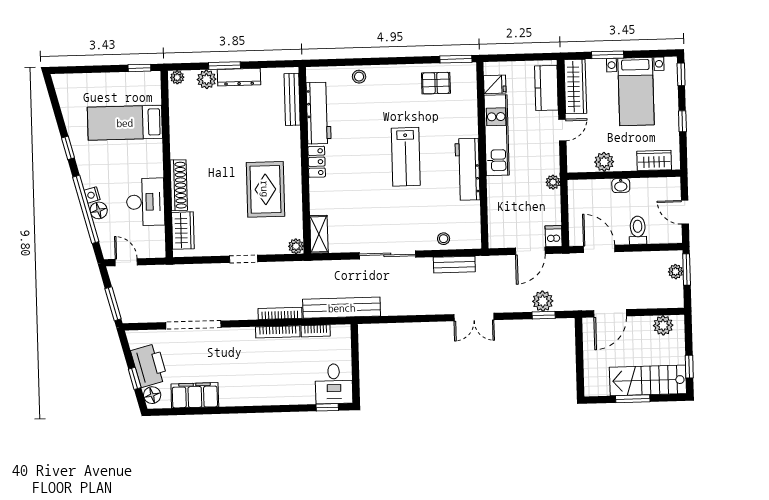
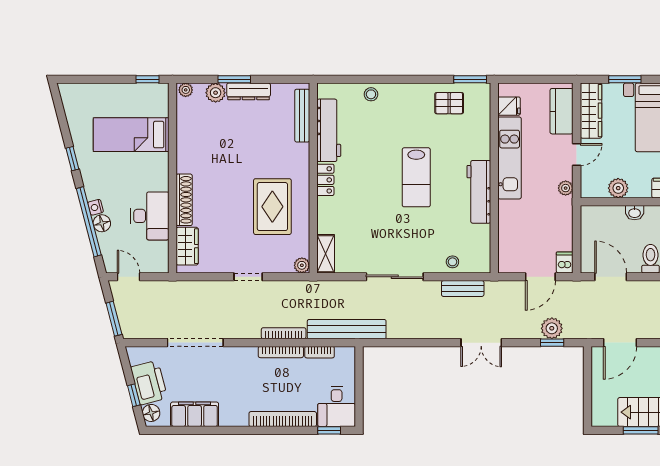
plant: (553, 182) -> (566, 188), moved
bookcase: (281, 398) -> (283, 419), added

